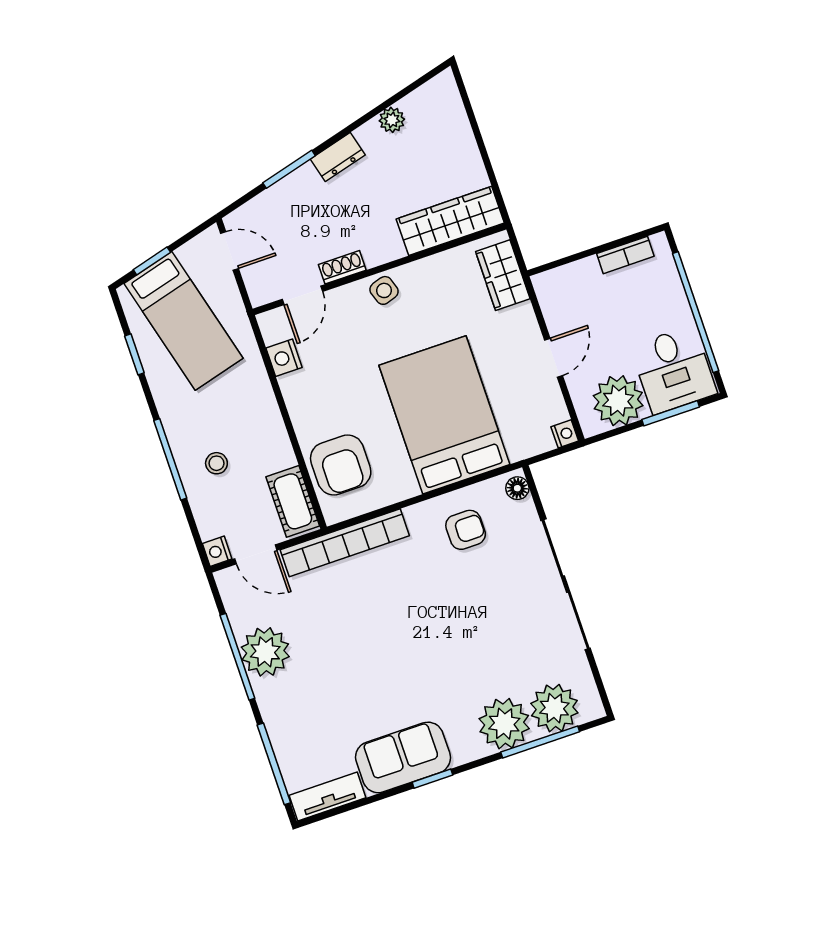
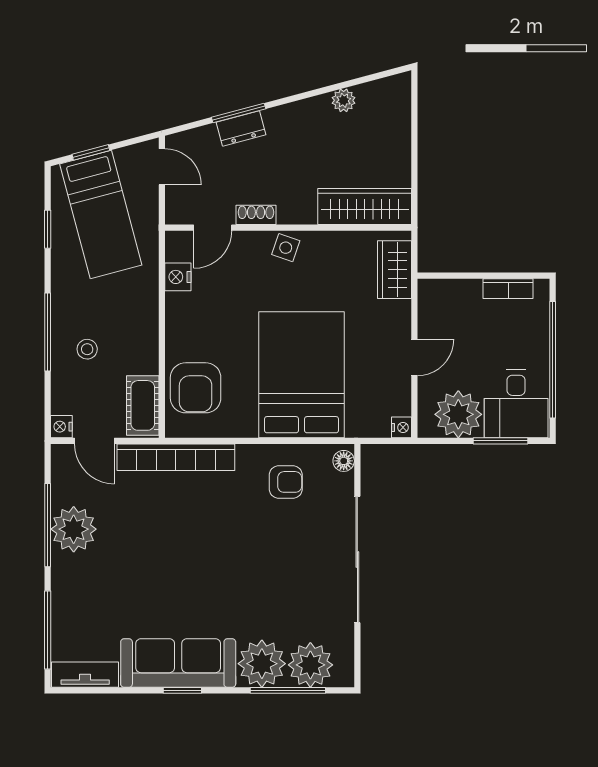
dresser: (338, 157) -> (241, 128), moved
side table: (384, 290) -> (286, 248), turned 37
sofa: (403, 757) -> (178, 663), width x1.36

